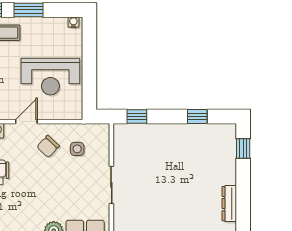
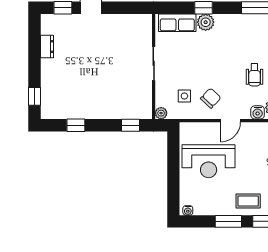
reception desk: (50, 77) -> (209, 161), turned 180
plant: (103, 130) -> (161, 113), added
dresser: (229, 204) -> (47, 47), width x0.70

